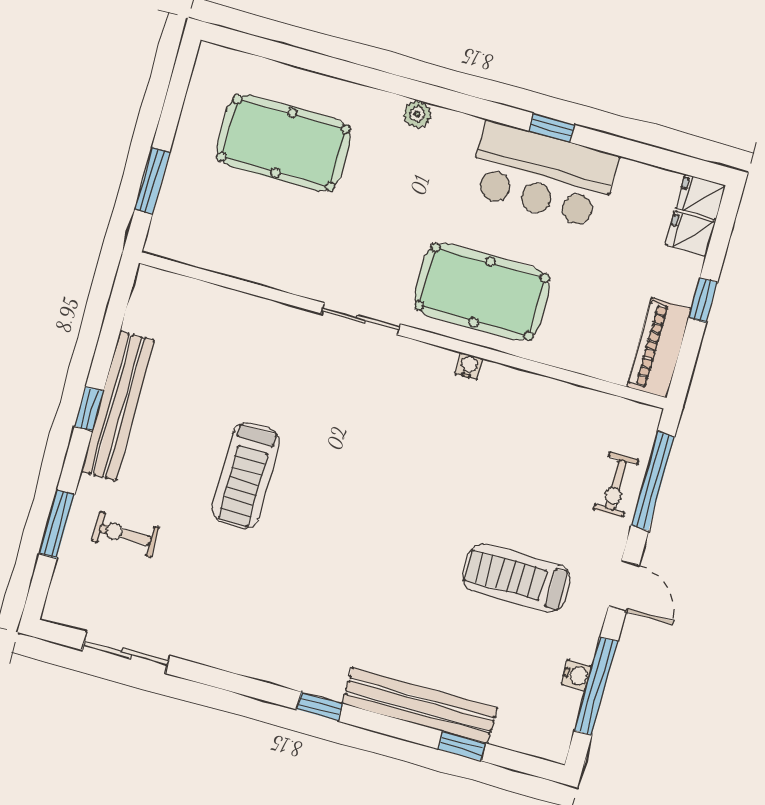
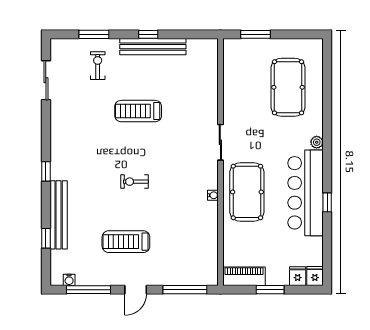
bar counter: (543, 175) -> (305, 193), width x1.36
window: (703, 300) -> (270, 290), width x1.50
exercise bike: (616, 485) -> (134, 182), moved
treadmill: (516, 578) -> (126, 242), turned -90
water cooler: (577, 675) -> (69, 280), moved

